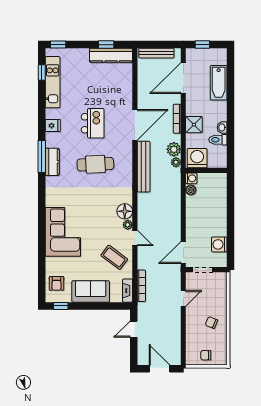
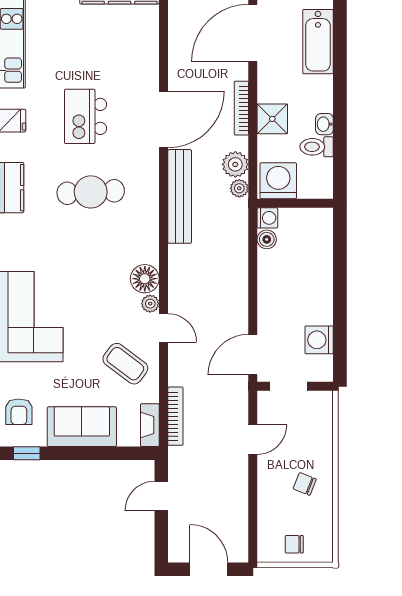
kitchen island: (93, 123) -> (86, 116), turned 180

